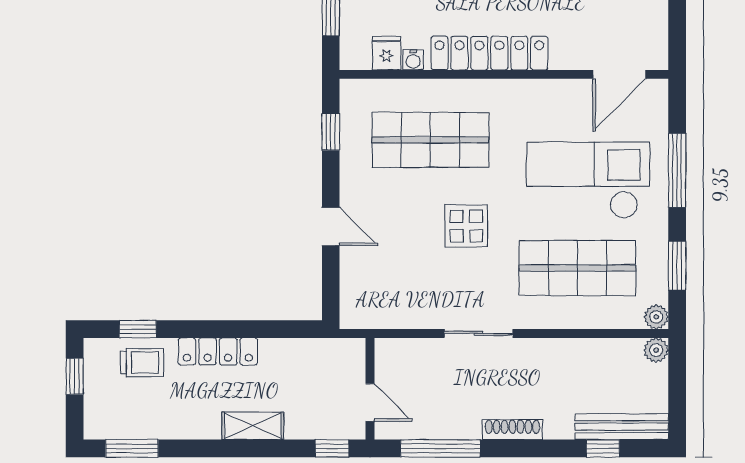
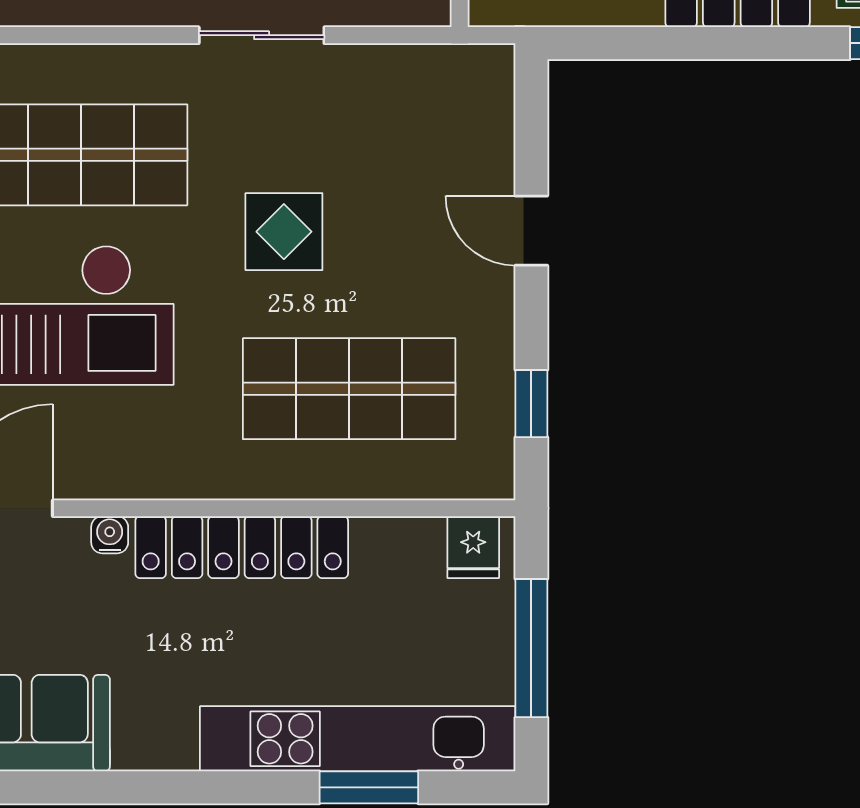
fridge: (386, 53) -> (473, 547), moved
water cooler: (413, 60) -> (110, 535), moved

